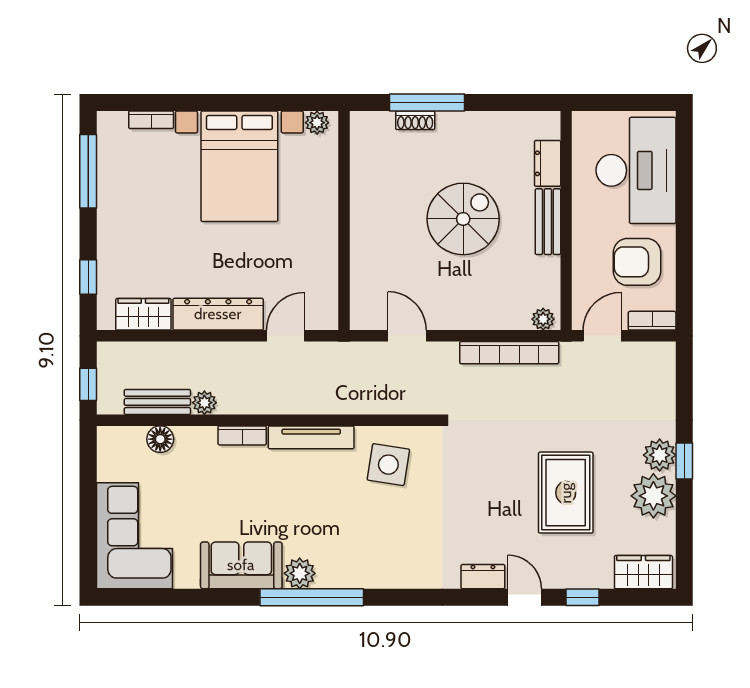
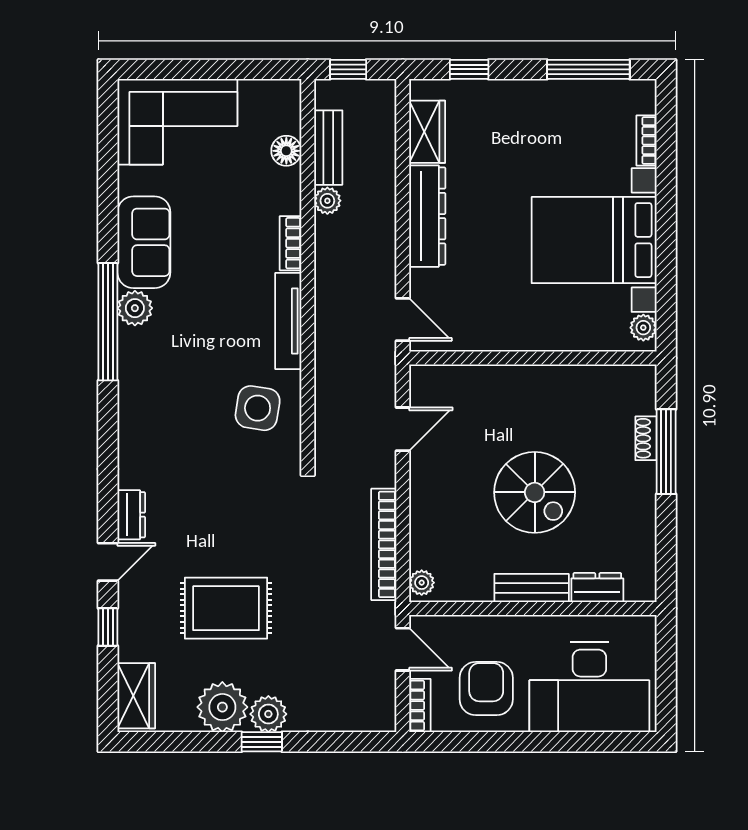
door: (285, 336) -> (403, 319), moved

